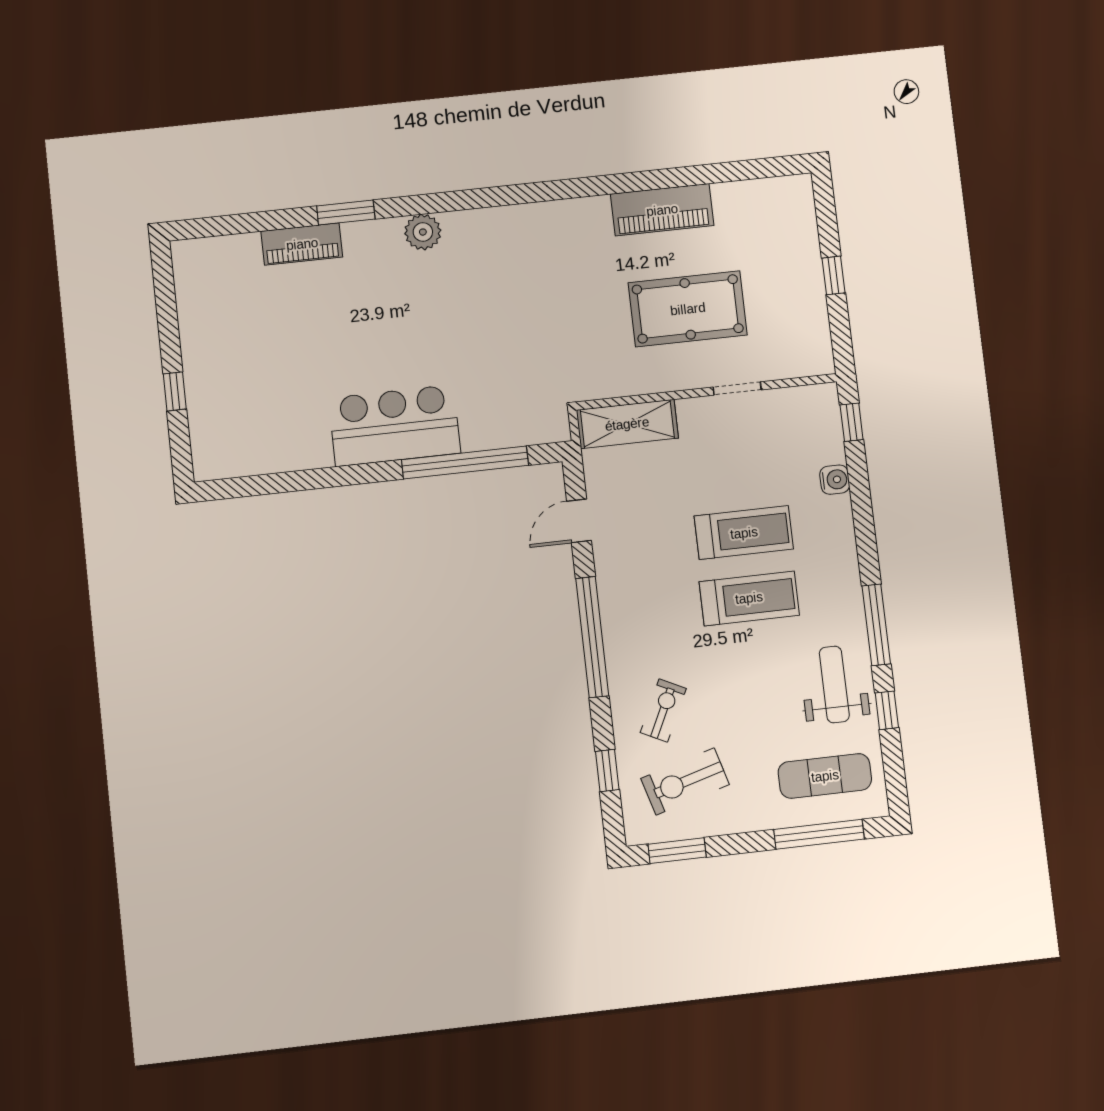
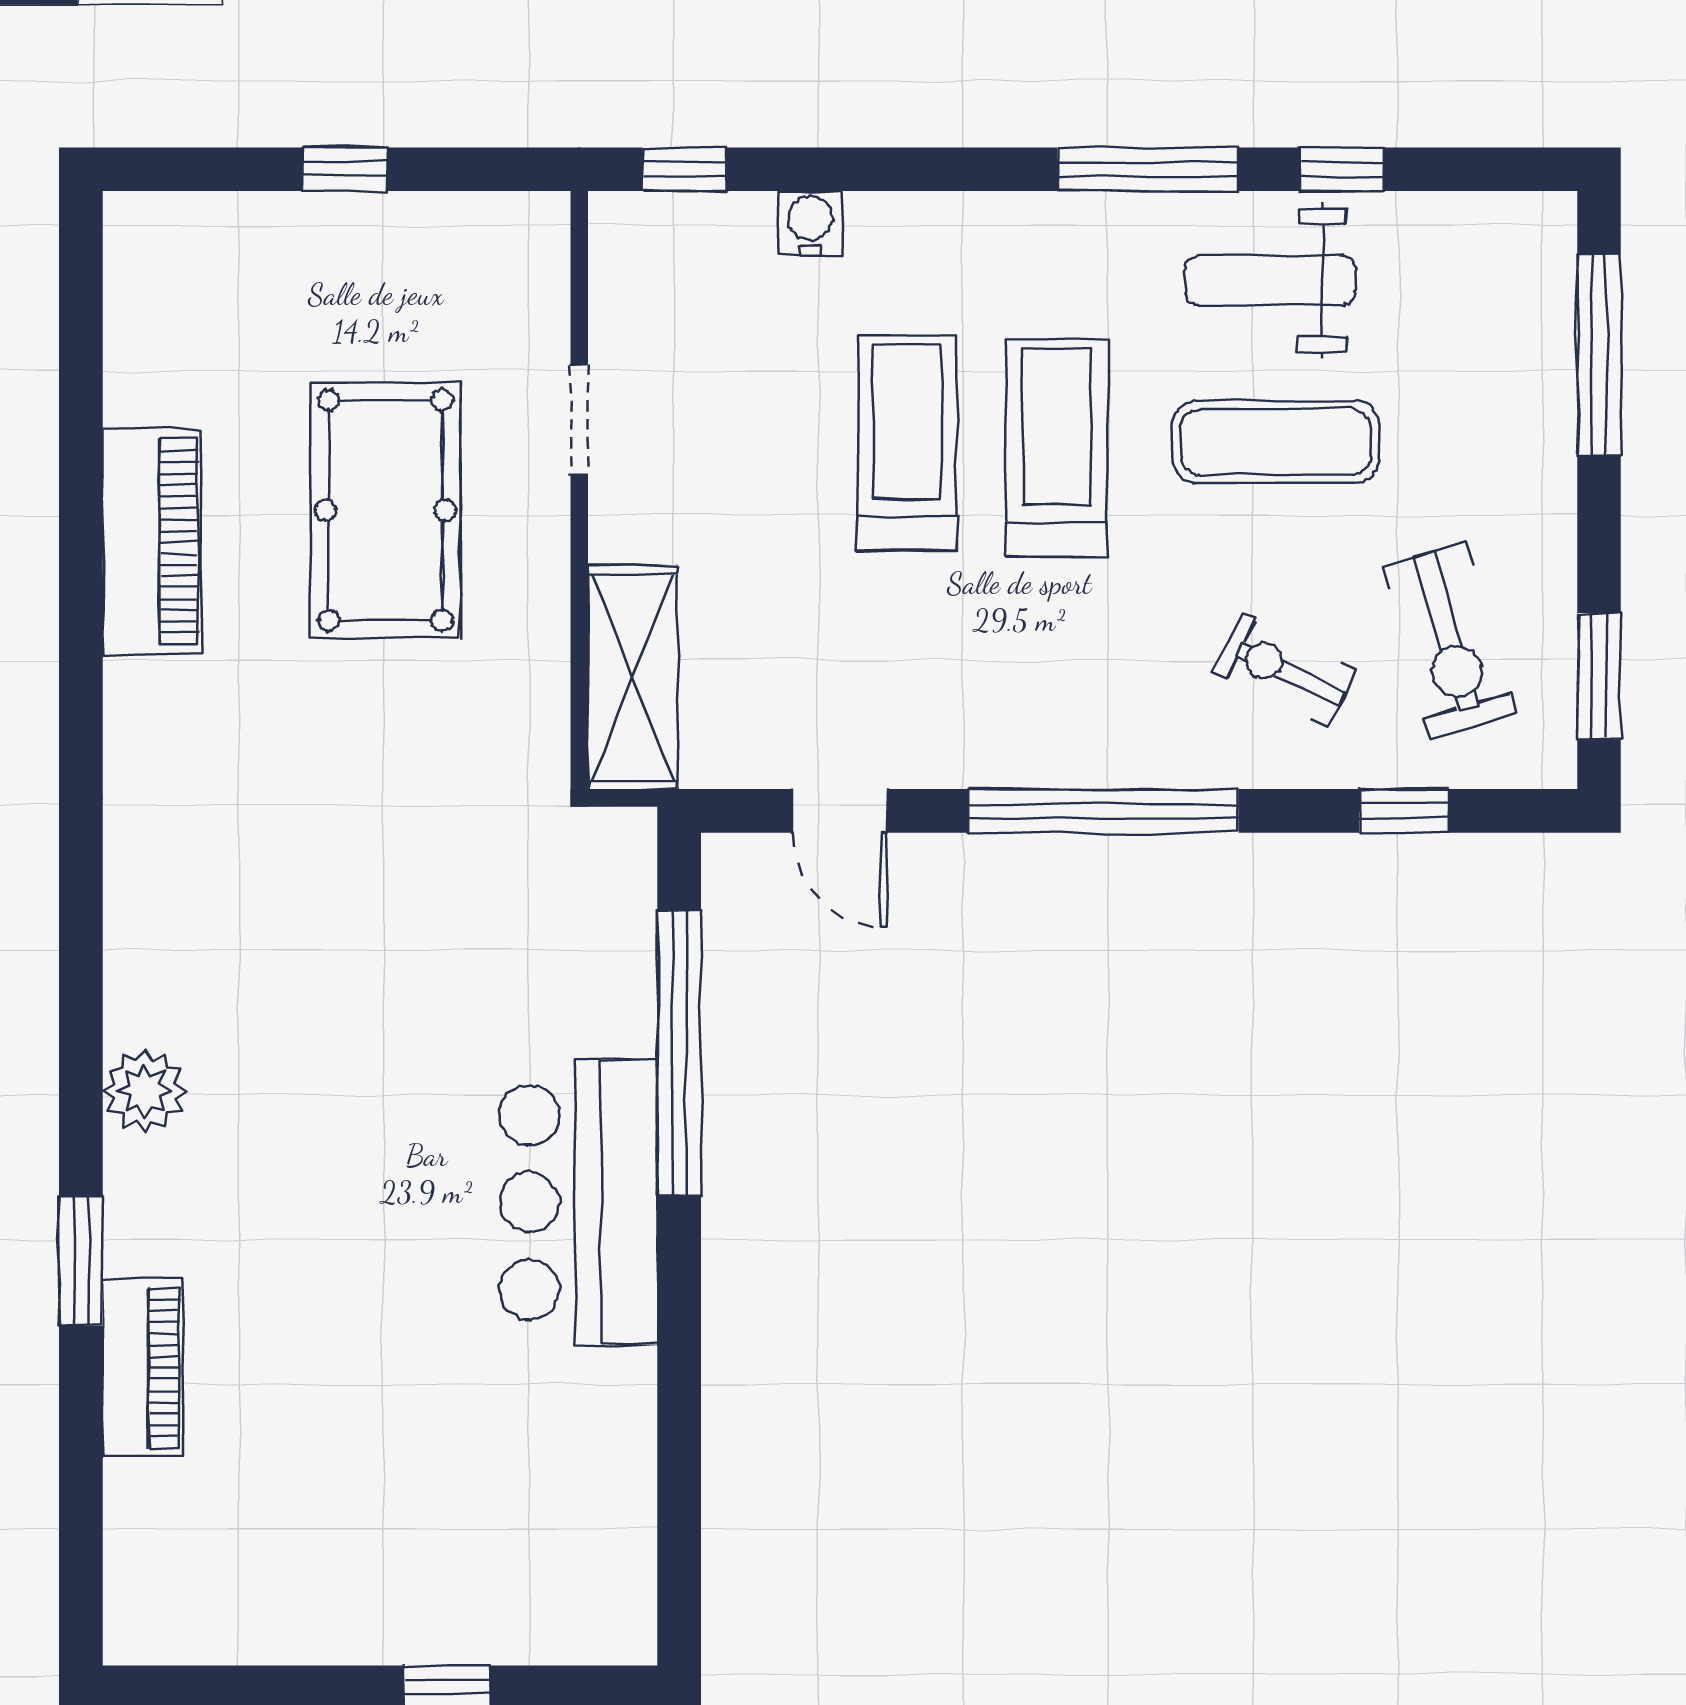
exercise mat: (825, 776) -> (1276, 442), moved, turned 90

